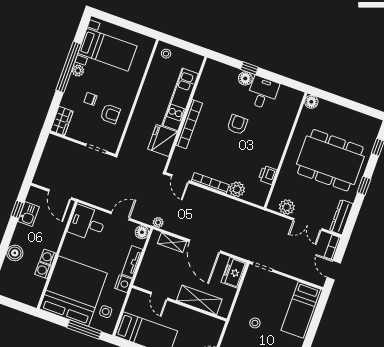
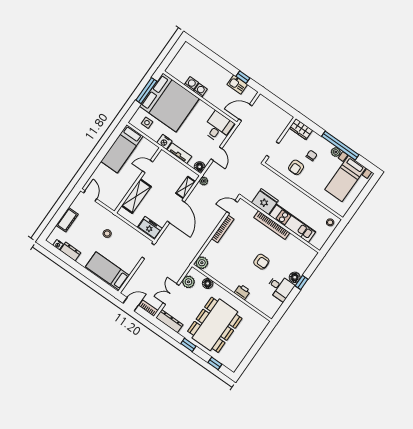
floor lamp: (311, 102) -> (208, 283), moved
printer: (268, 175) -> (242, 292), moved
plant: (237, 189) -> (202, 263), moved
door: (205, 246) -> (176, 211), swing flipped
boiler: (15, 253) -> (210, 66), removed
window: (84, 329) -> (146, 91), moved

